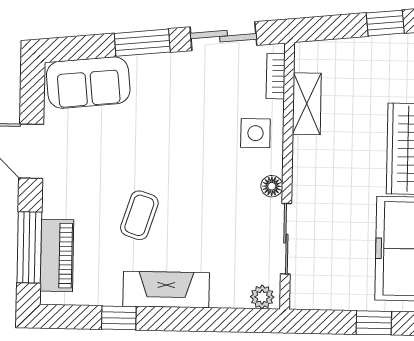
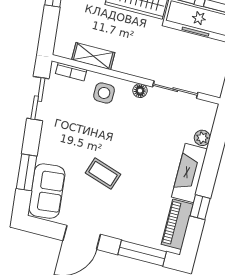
window: (142, 43) -> (27, 172), moved
coffee table: (139, 215) -> (103, 174), moved
piano: (57, 255) -> (177, 224), moved, turned -90
plant: (262, 297) -> (202, 138), moved

